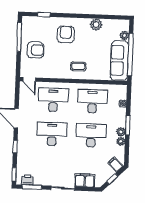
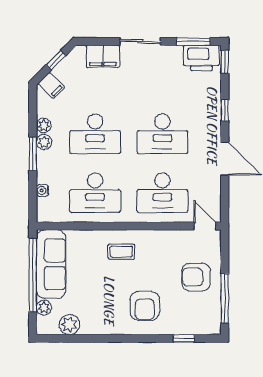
plant: (96, 25) -> (69, 325), moved
printer: (28, 180) -> (201, 58), width x1.87, depth x1.48

